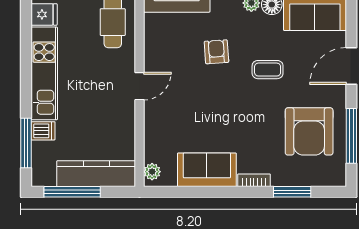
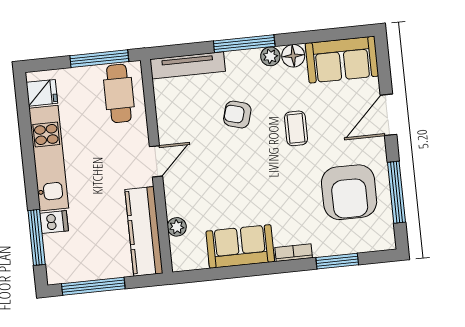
armchair: (216, 52) -> (237, 115), turned -70
coffee table: (268, 70) -> (296, 128), turned 90
plant: (152, 172) -> (177, 227), moved
kitchen counter: (96, 174) -> (144, 231), moved, turned -90

